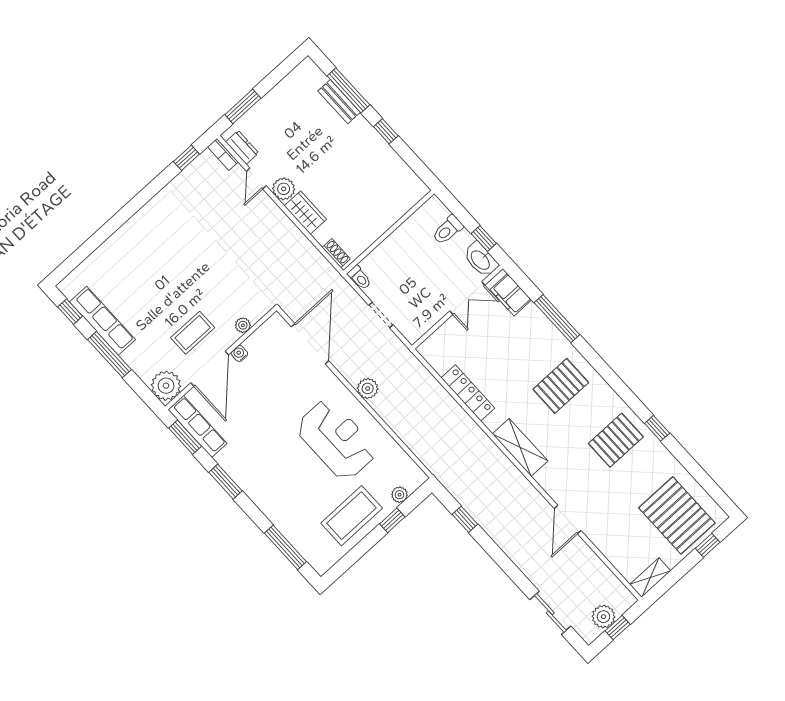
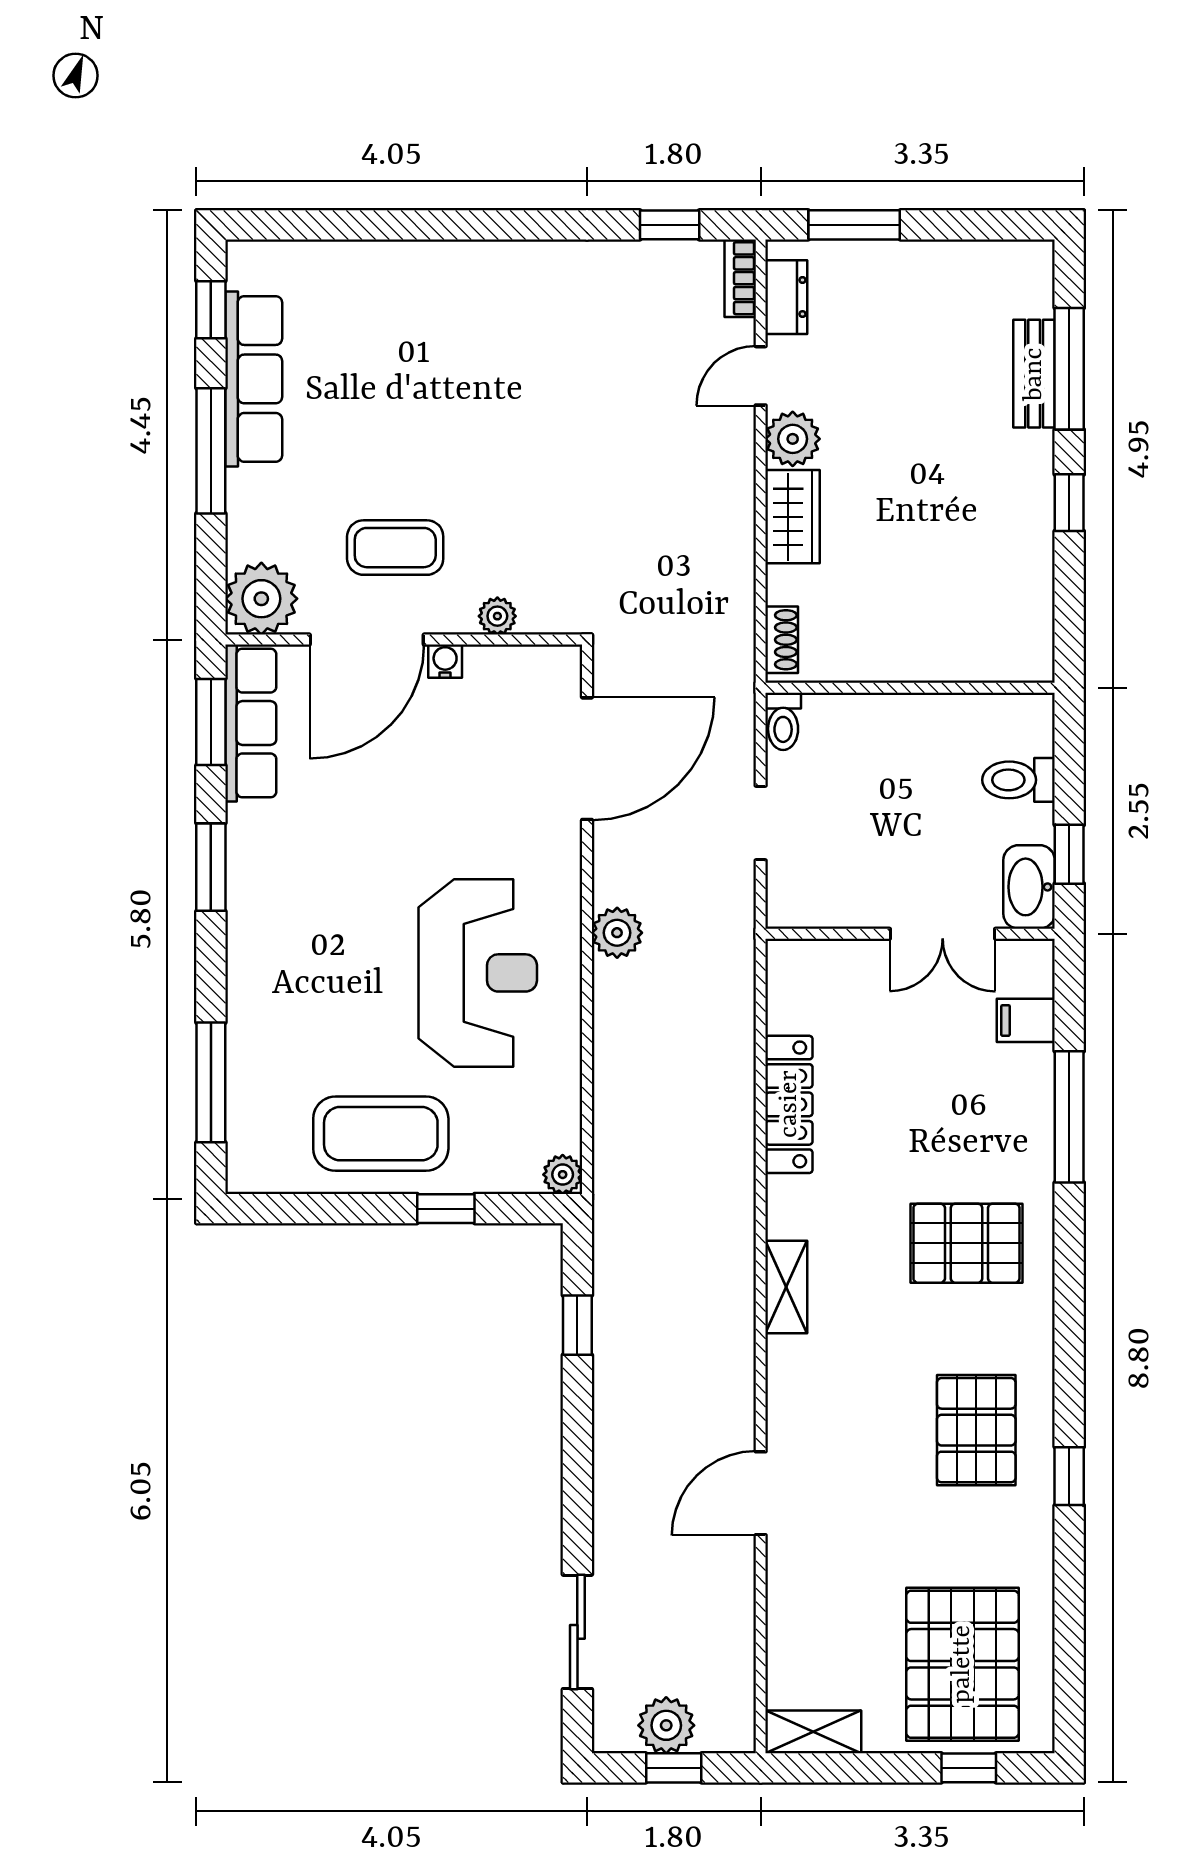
filing cabinet: (511, 295) -> (1026, 1020), width x0.50
pallet: (616, 440) -> (976, 1430), turned 90
shelving: (520, 447) -> (786, 1287), width x0.67, depth x0.75
plant: (399, 495) -> (563, 1175), moved

